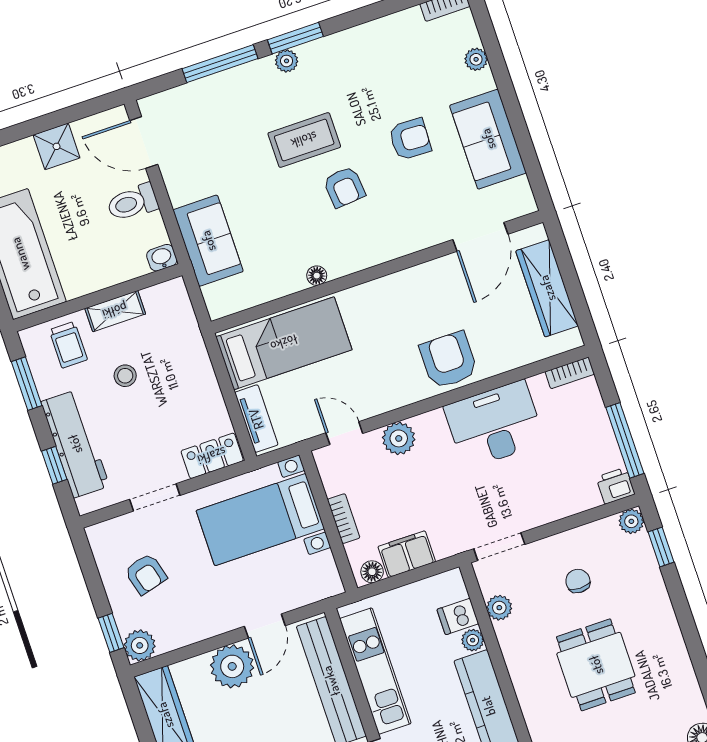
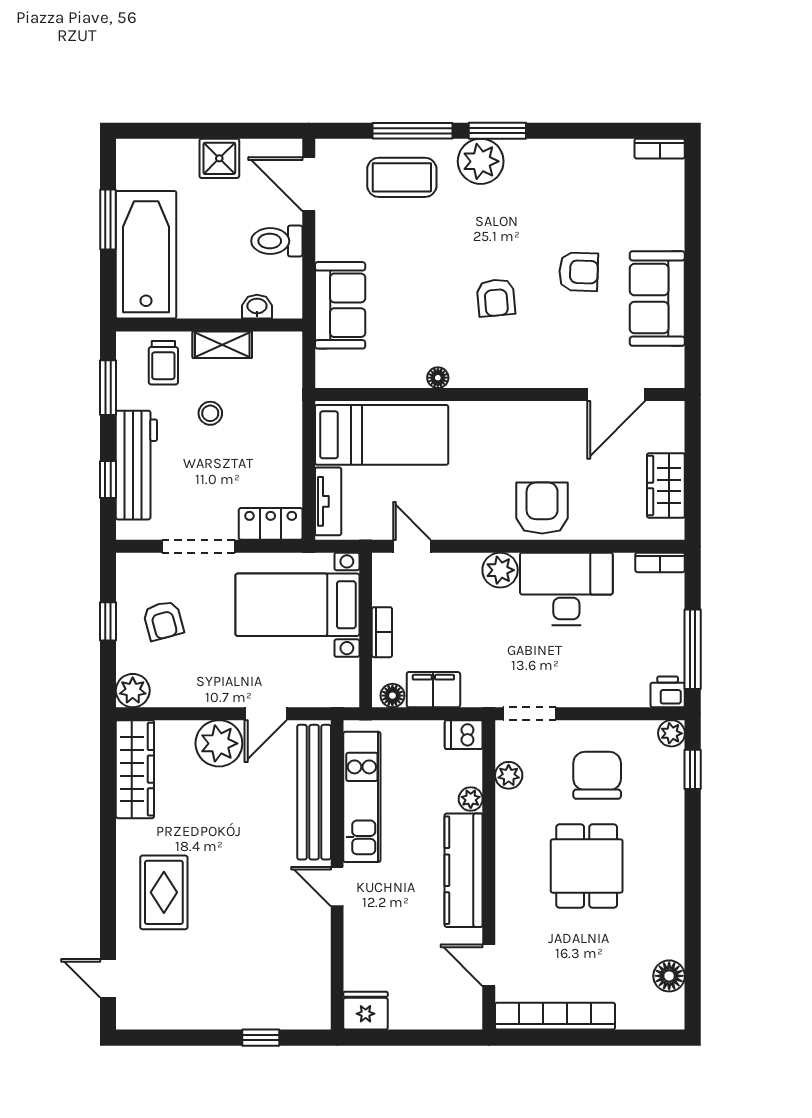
plant: (476, 59) -> (673, 214), removed
plant: (287, 61) -> (481, 161), width x1.87, depth x1.87
coffee table: (304, 140) -> (402, 177), moved
washbasin: (162, 258) -> (257, 307), moved
wardrobe: (547, 288) -> (666, 485), width x0.67
plant: (399, 438) -> (500, 570), moved
doorway: (155, 497) -> (199, 546), width x1.38
chair: (578, 581) -> (597, 775), width x1.87, depth x1.87
dishwasher: (458, 617) -> (464, 735), moved
window: (111, 633) -> (108, 621), moved

